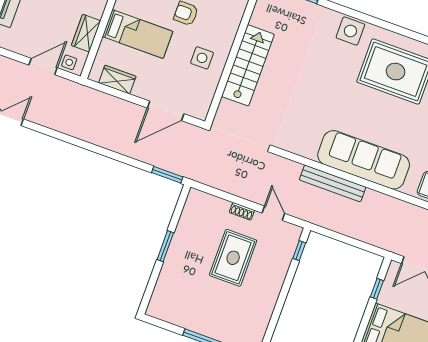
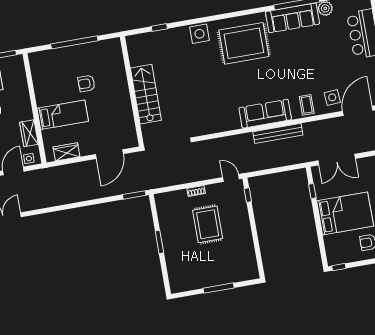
side table: (202, 58) -> (113, 106), removed
sofa: (364, 160) -> (265, 114), width x0.74, depth x0.79
bench: (333, 183) -> (278, 133), moved
door: (273, 213) -> (231, 178), moved

